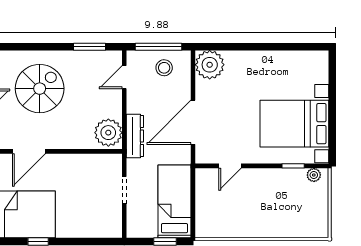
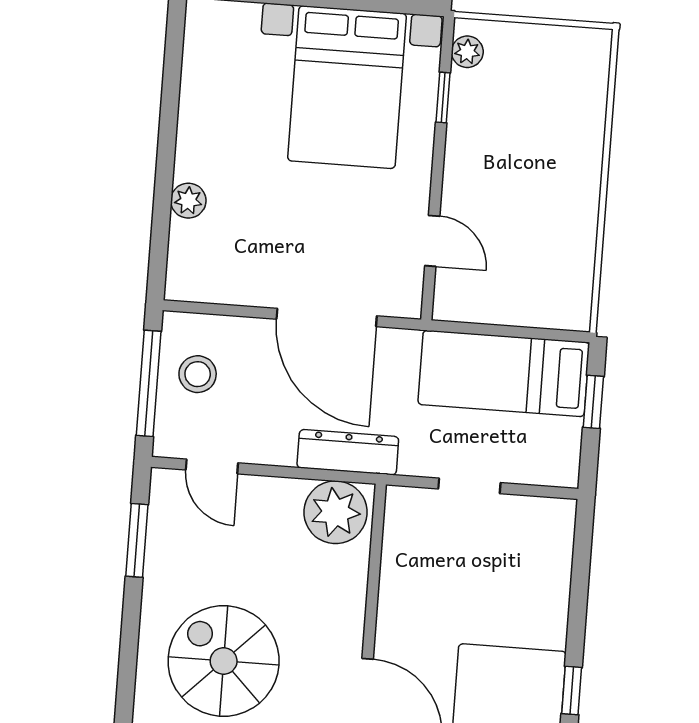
plant: (210, 65) -> (188, 201), moved, width x0.53, depth x0.53

